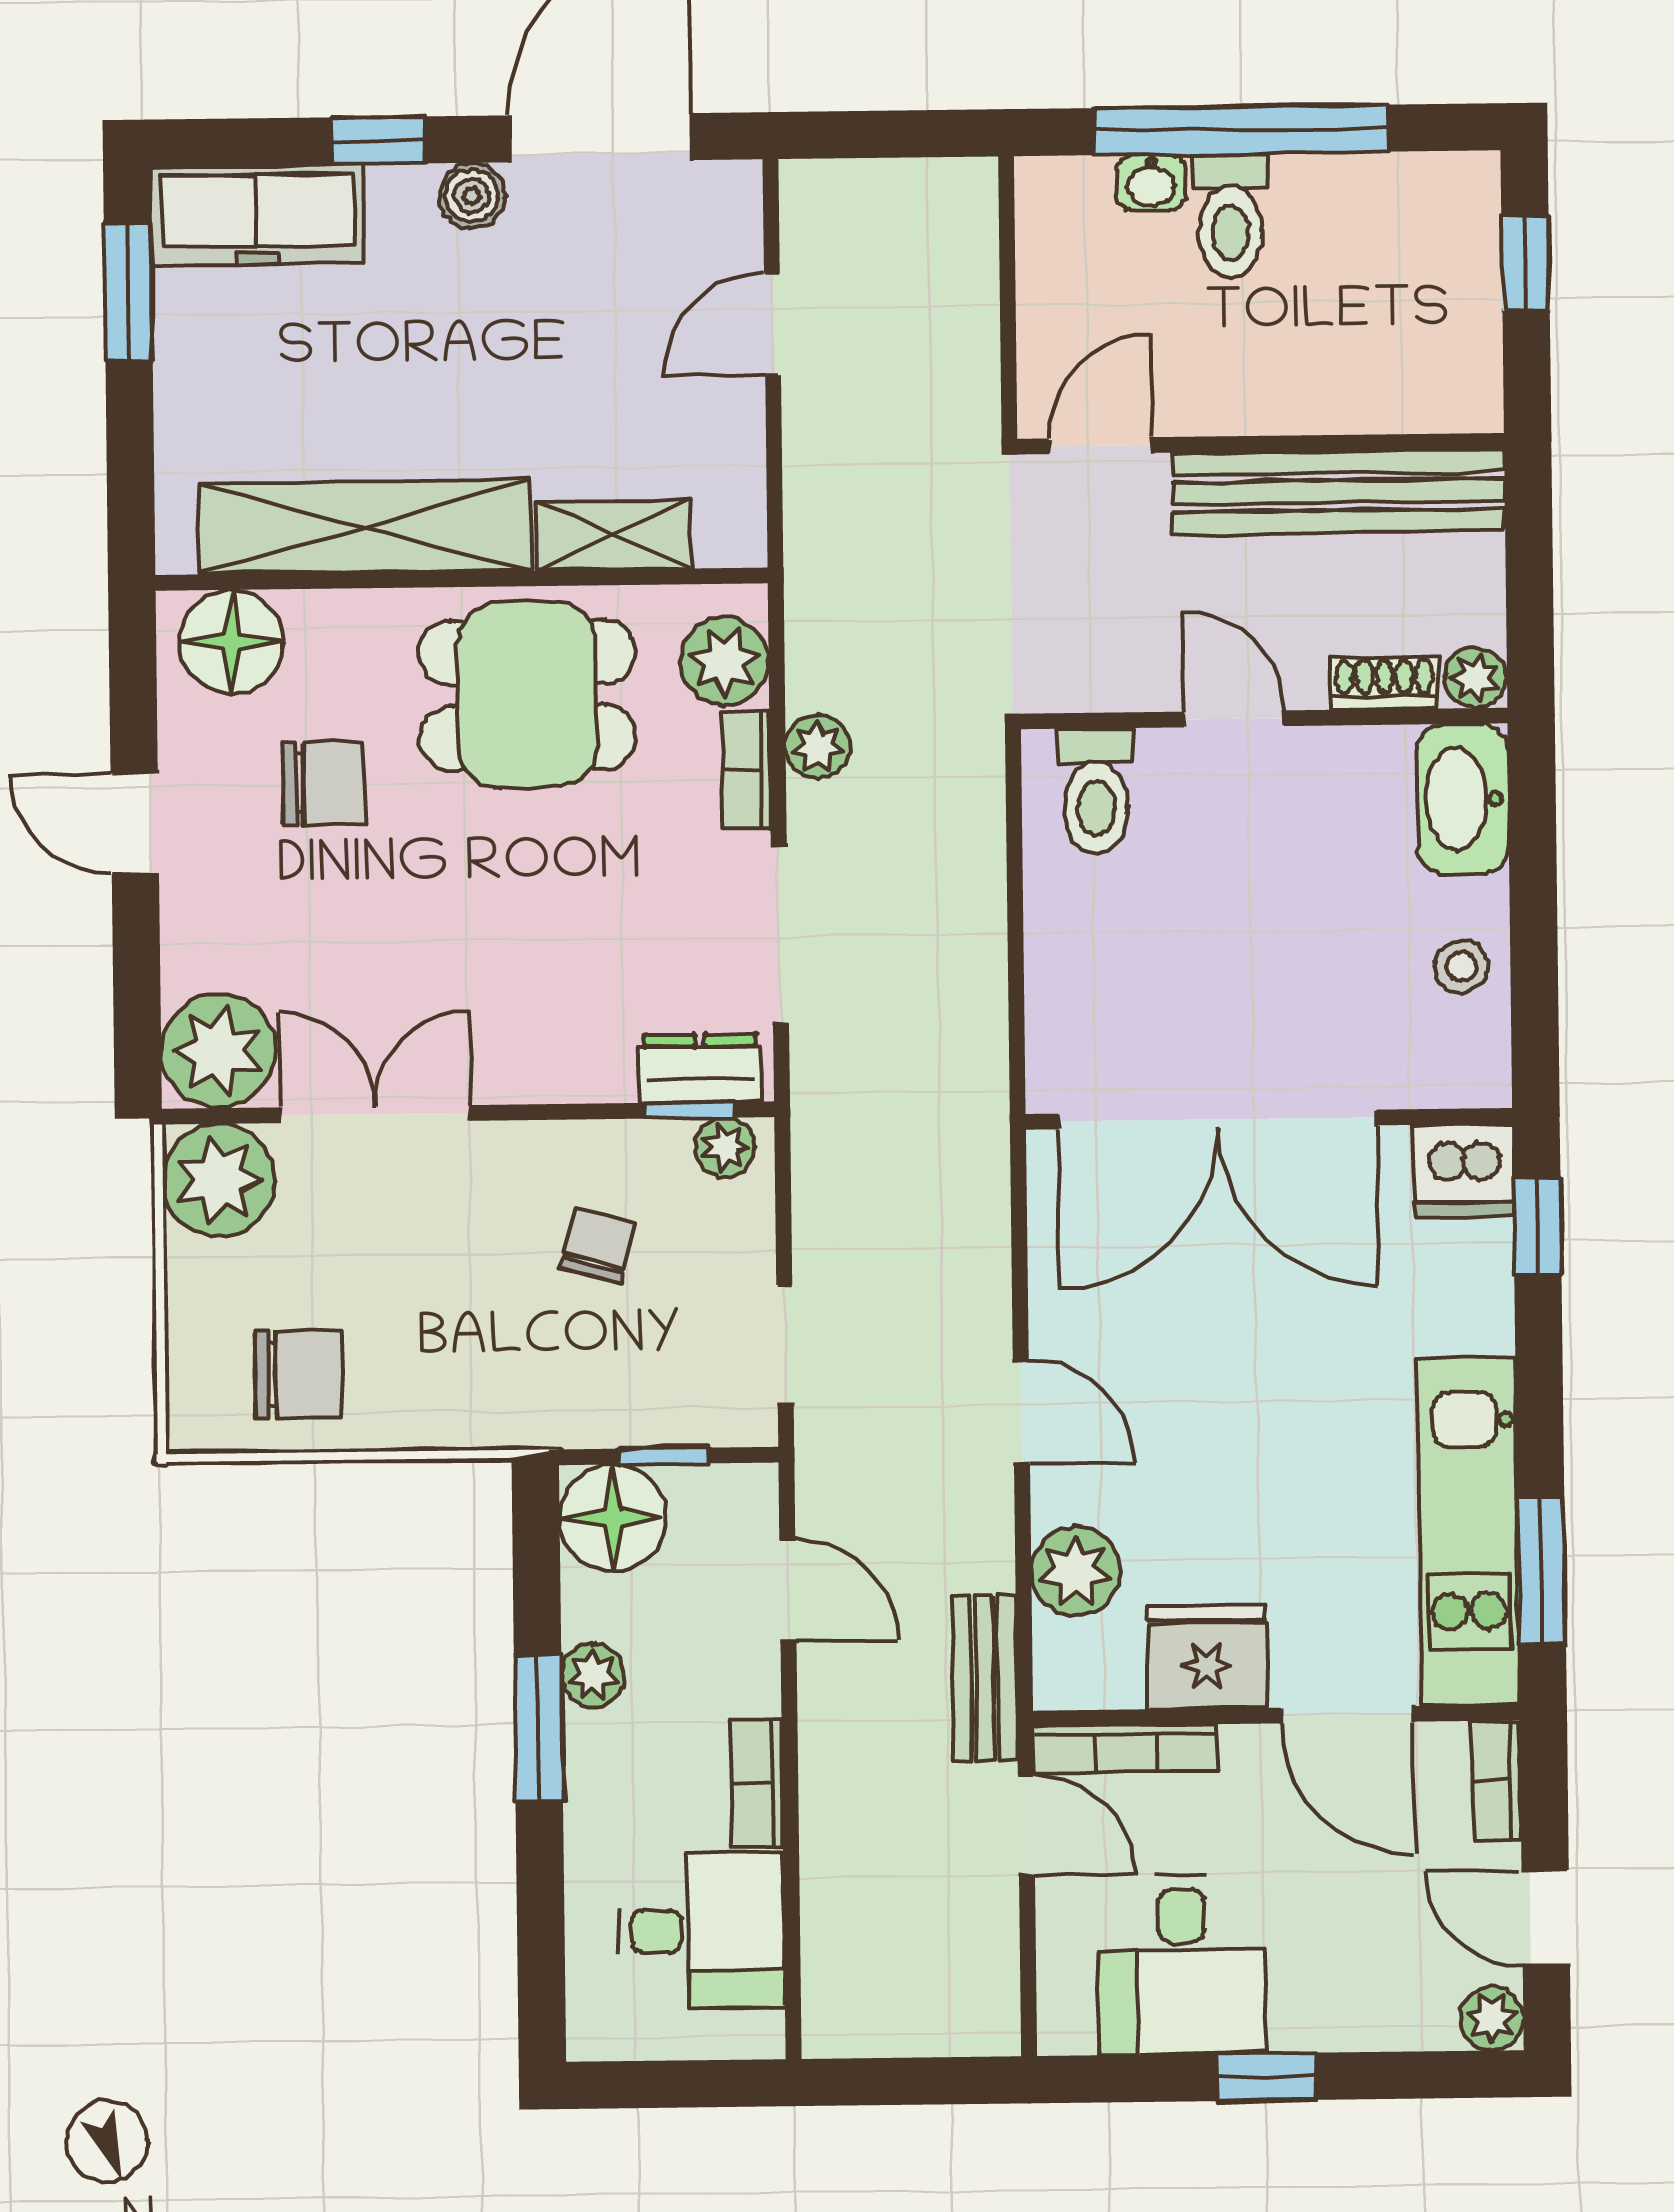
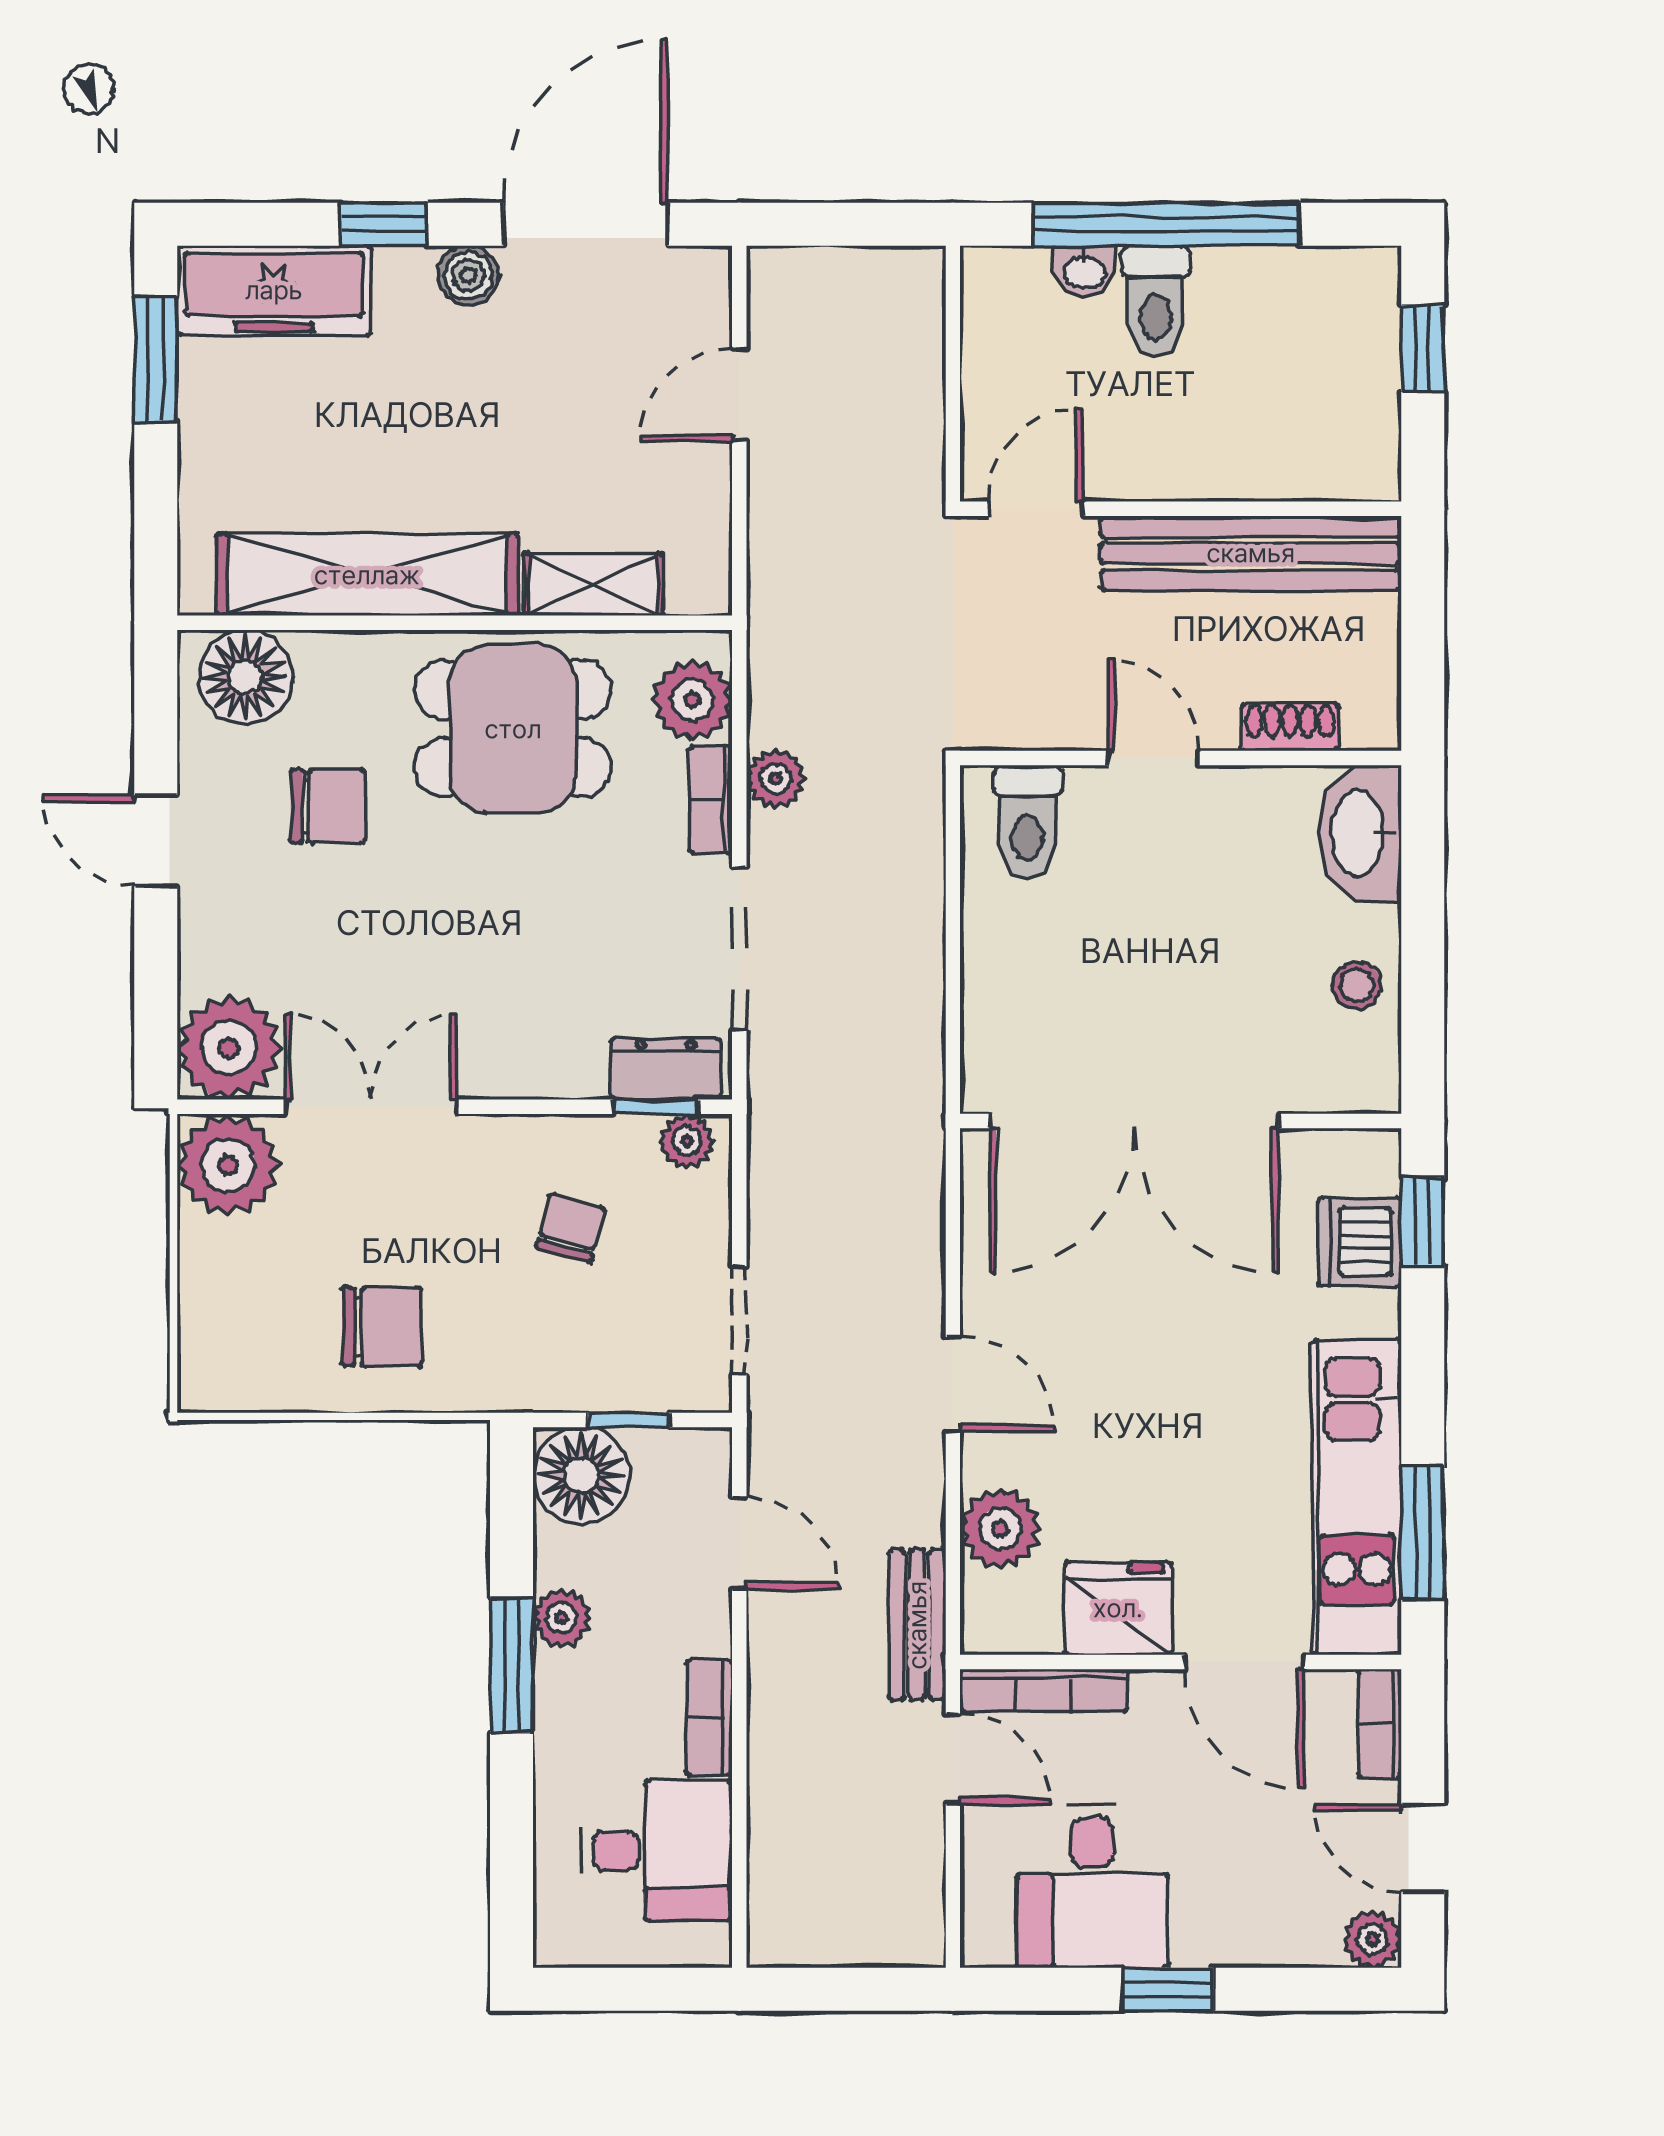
plant: (1475, 677) -> (1372, 723), removed
dishwasher: (1464, 1170) -> (1359, 1242), moved, turned 90
chair: (299, 1374) -> (382, 1326), moved

